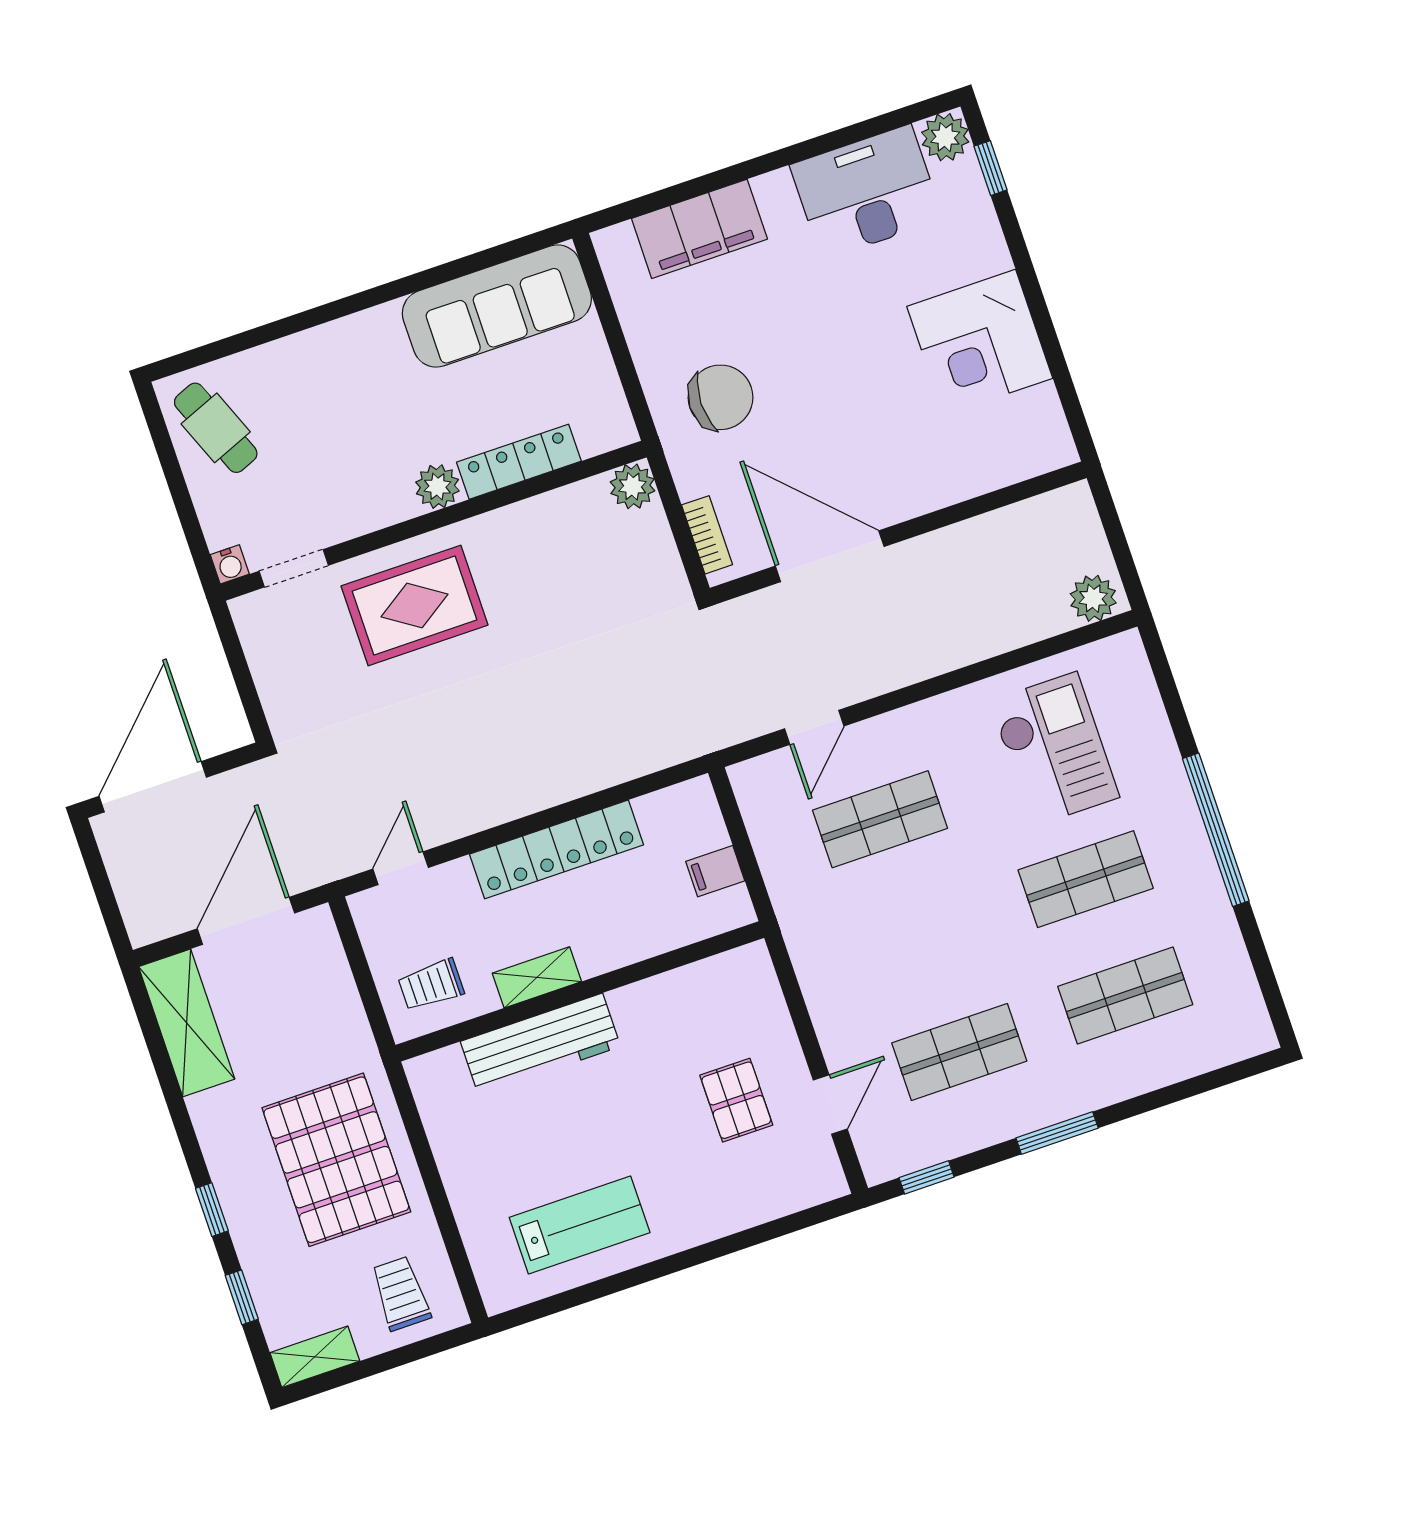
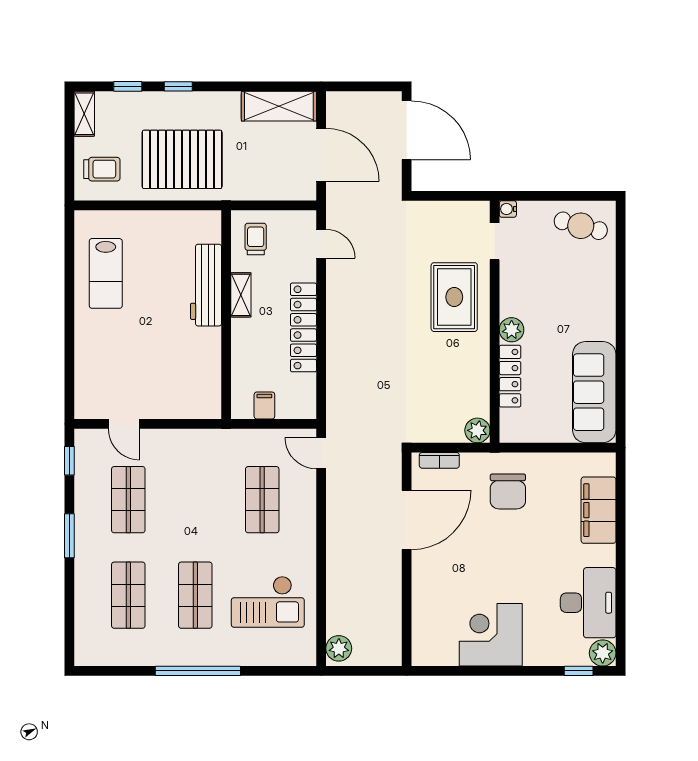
cafe table: (216, 428) -> (581, 226), turned 37
door: (814, 727) -> (321, 453), moved
pallet: (736, 1100) -> (143, 376), removed

